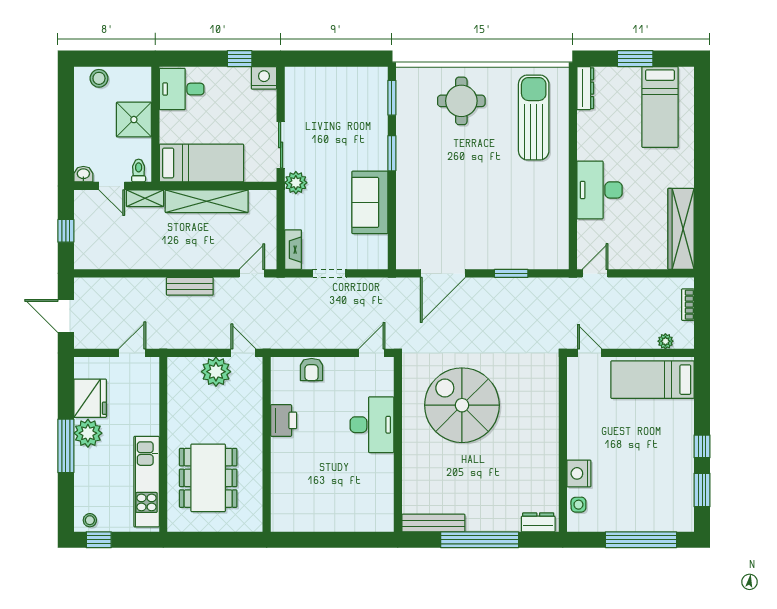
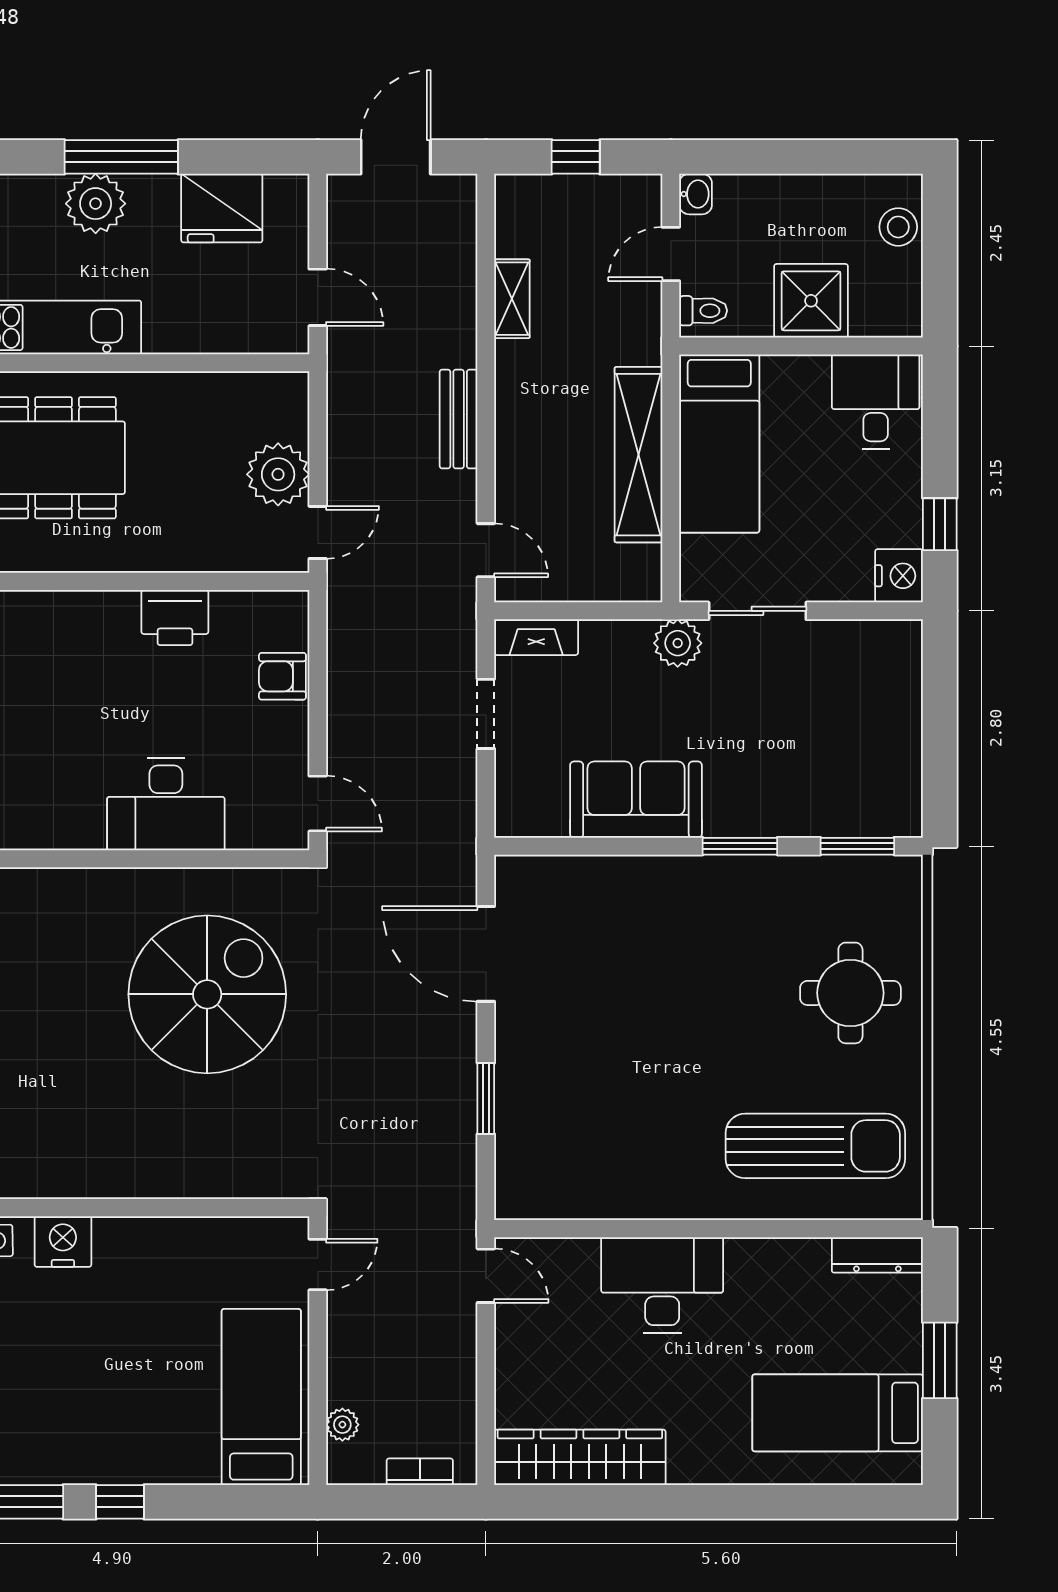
shelving: (145, 198) -> (512, 299), moved
plant: (88, 433) -> (96, 204), moved

